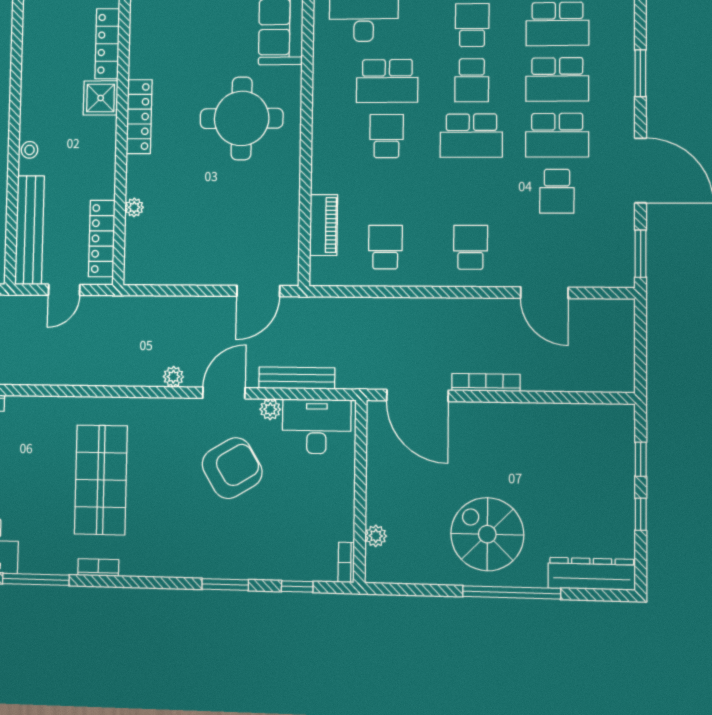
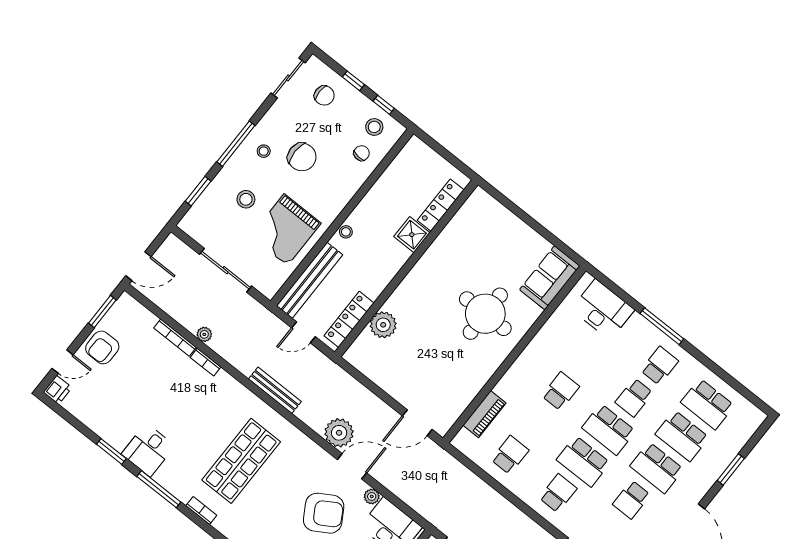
school desk: (387, 81) -> (583, 461), moved
locker: (139, 117) -> (426, 264), removed
plant: (134, 207) -> (383, 325), width x1.87, depth x1.87
plant: (173, 377) -> (339, 433), width x1.88, depth x1.88
bench: (297, 378) -> (275, 390), moved

